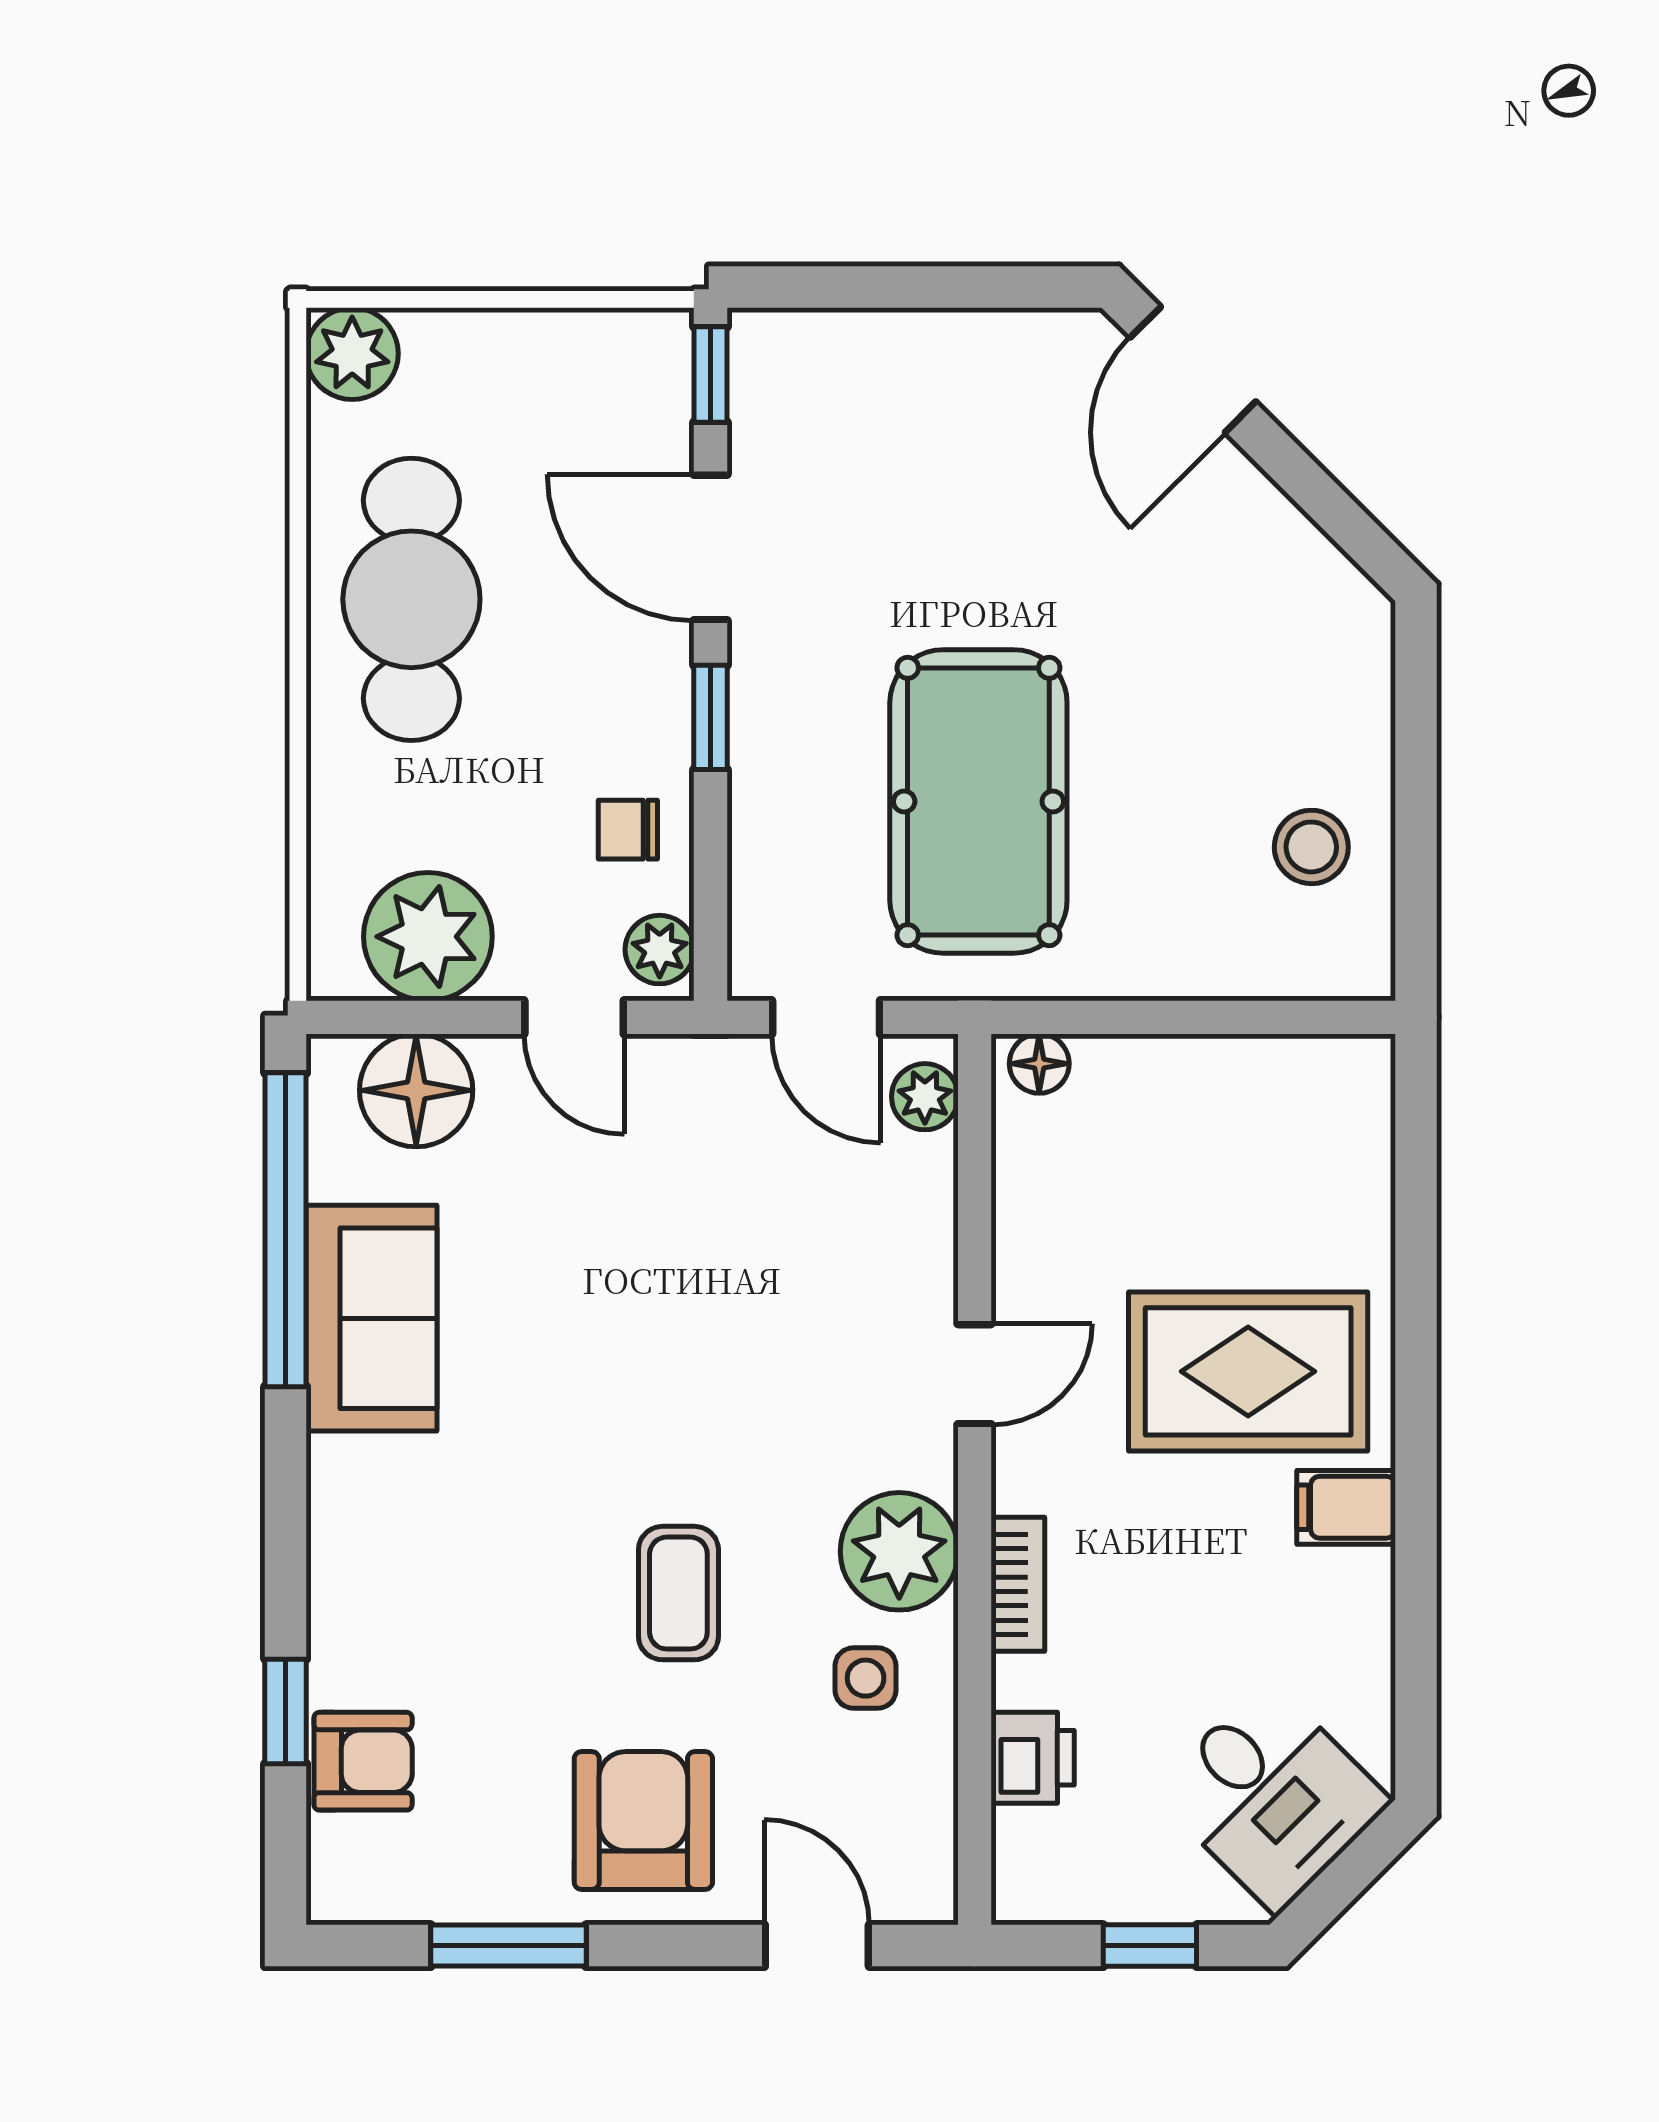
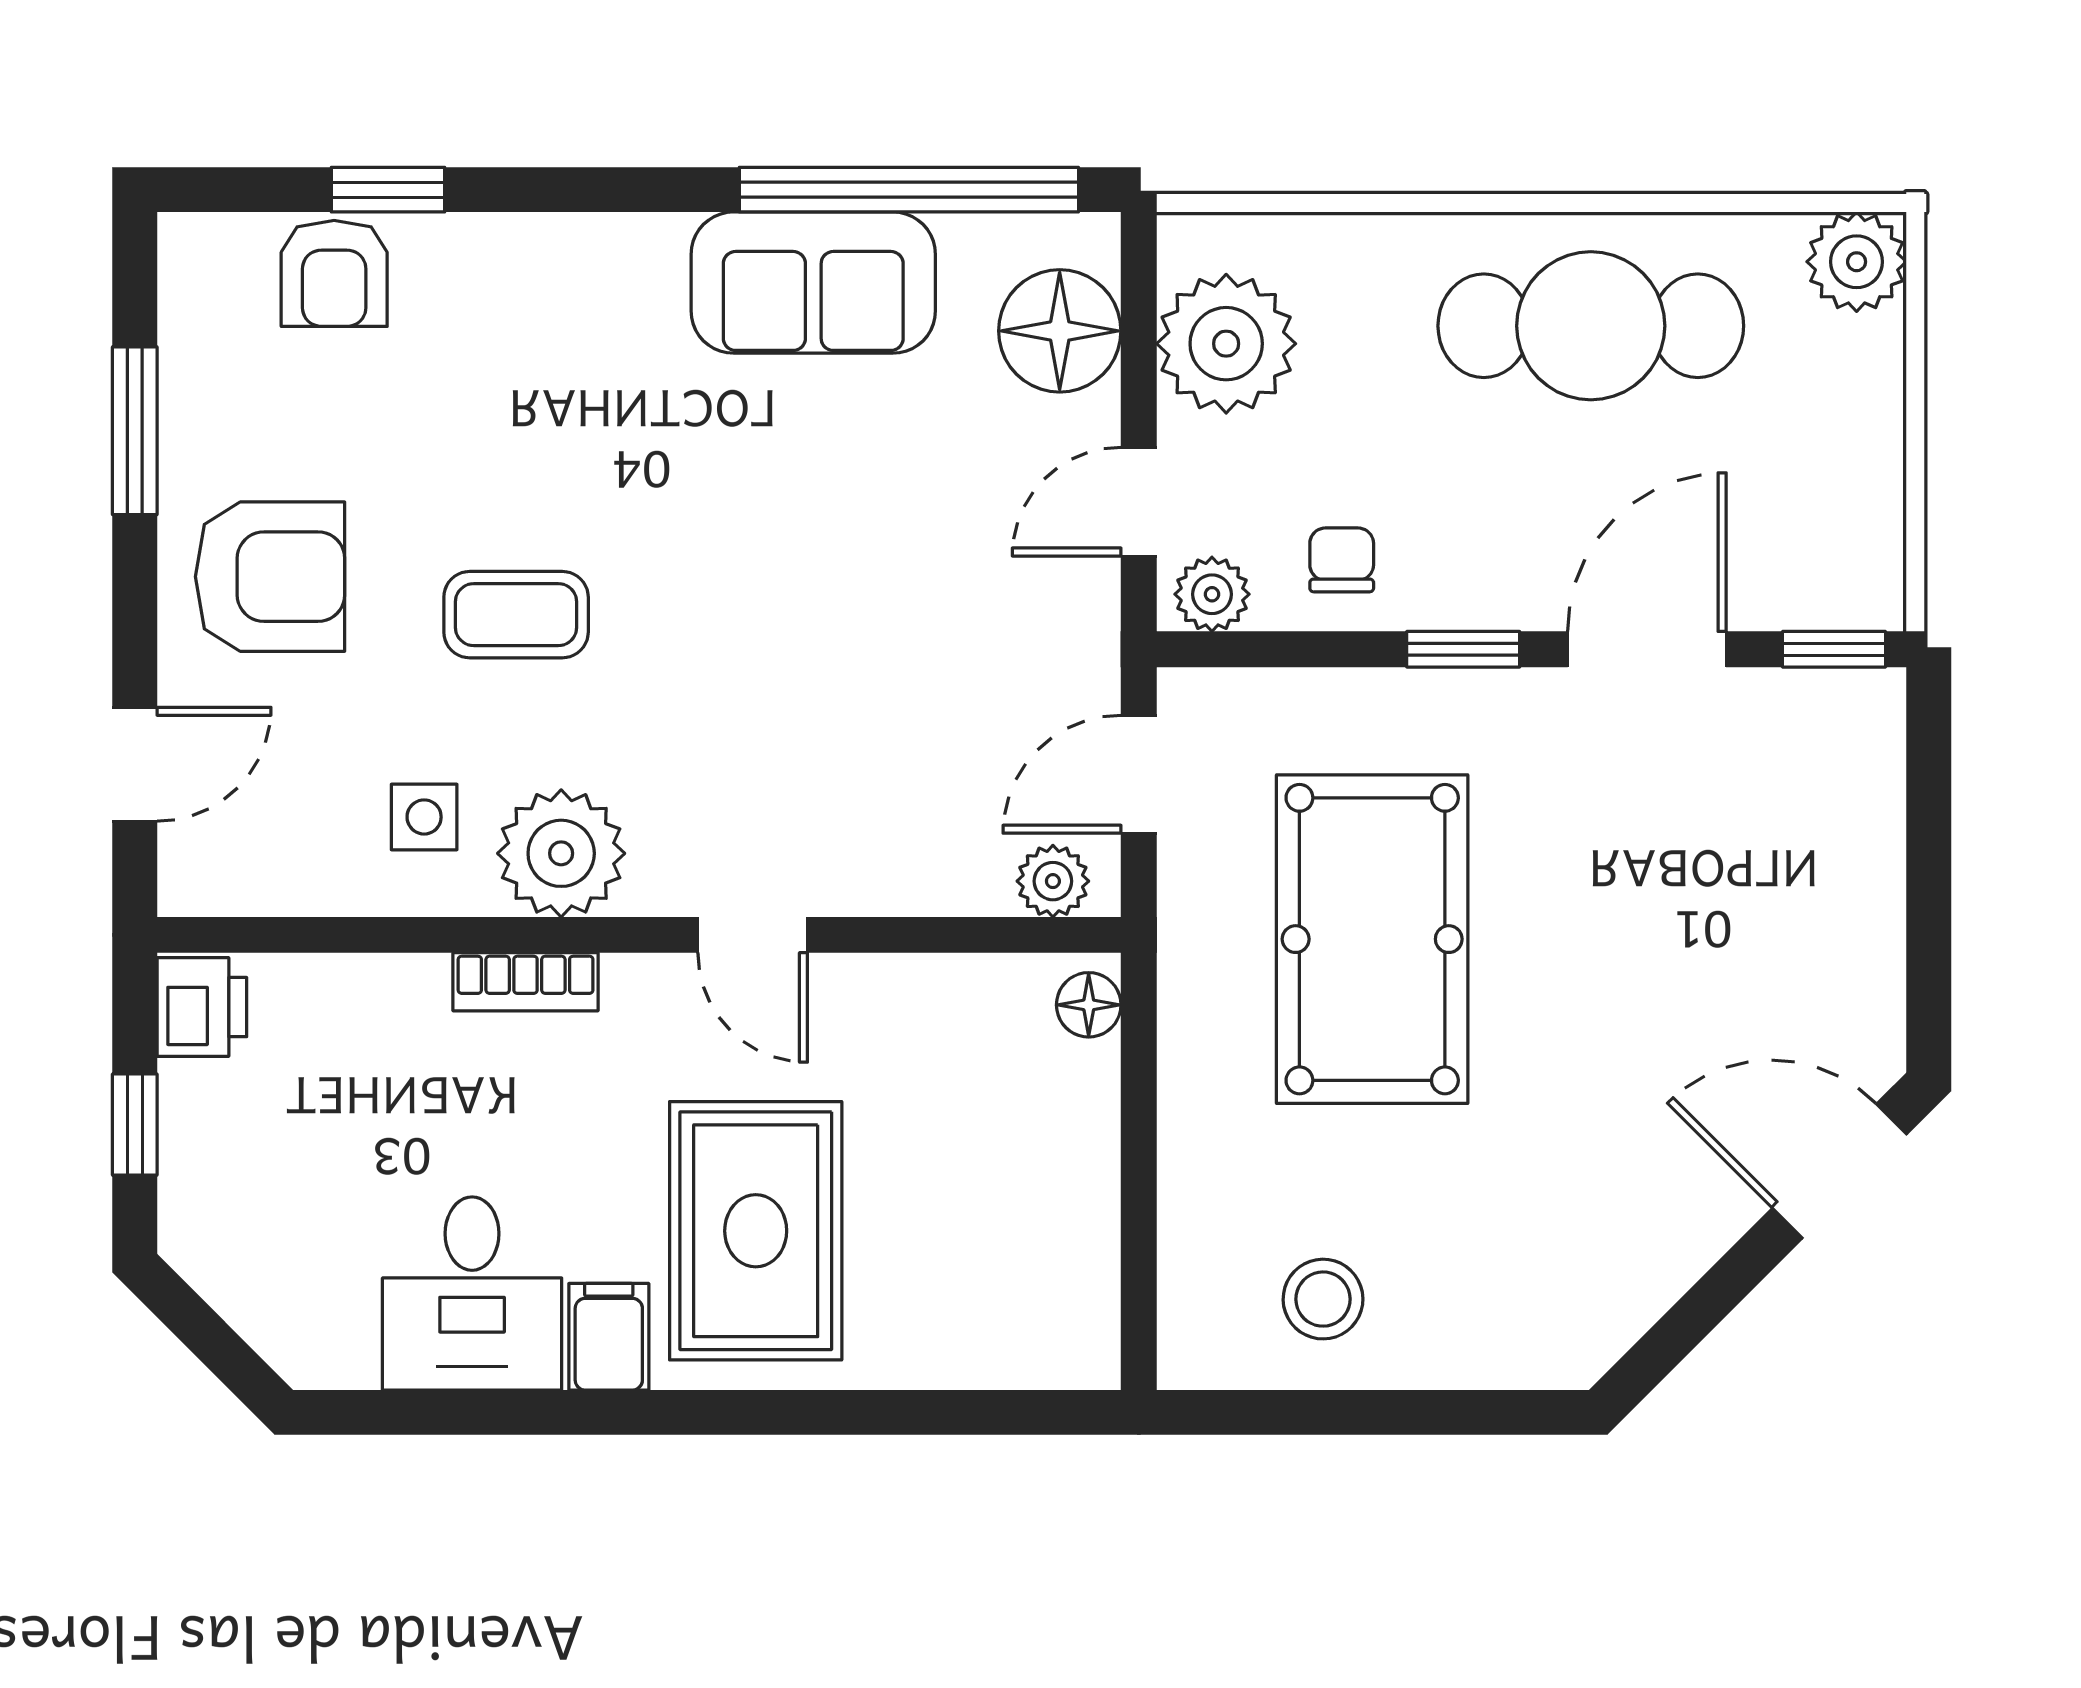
pool table: (978, 801) -> (1372, 939), turned 90
printer: (1033, 1758) -> (202, 1007), moved, turned -90
desk: (1272, 1796) -> (472, 1293), moved, turned -45

